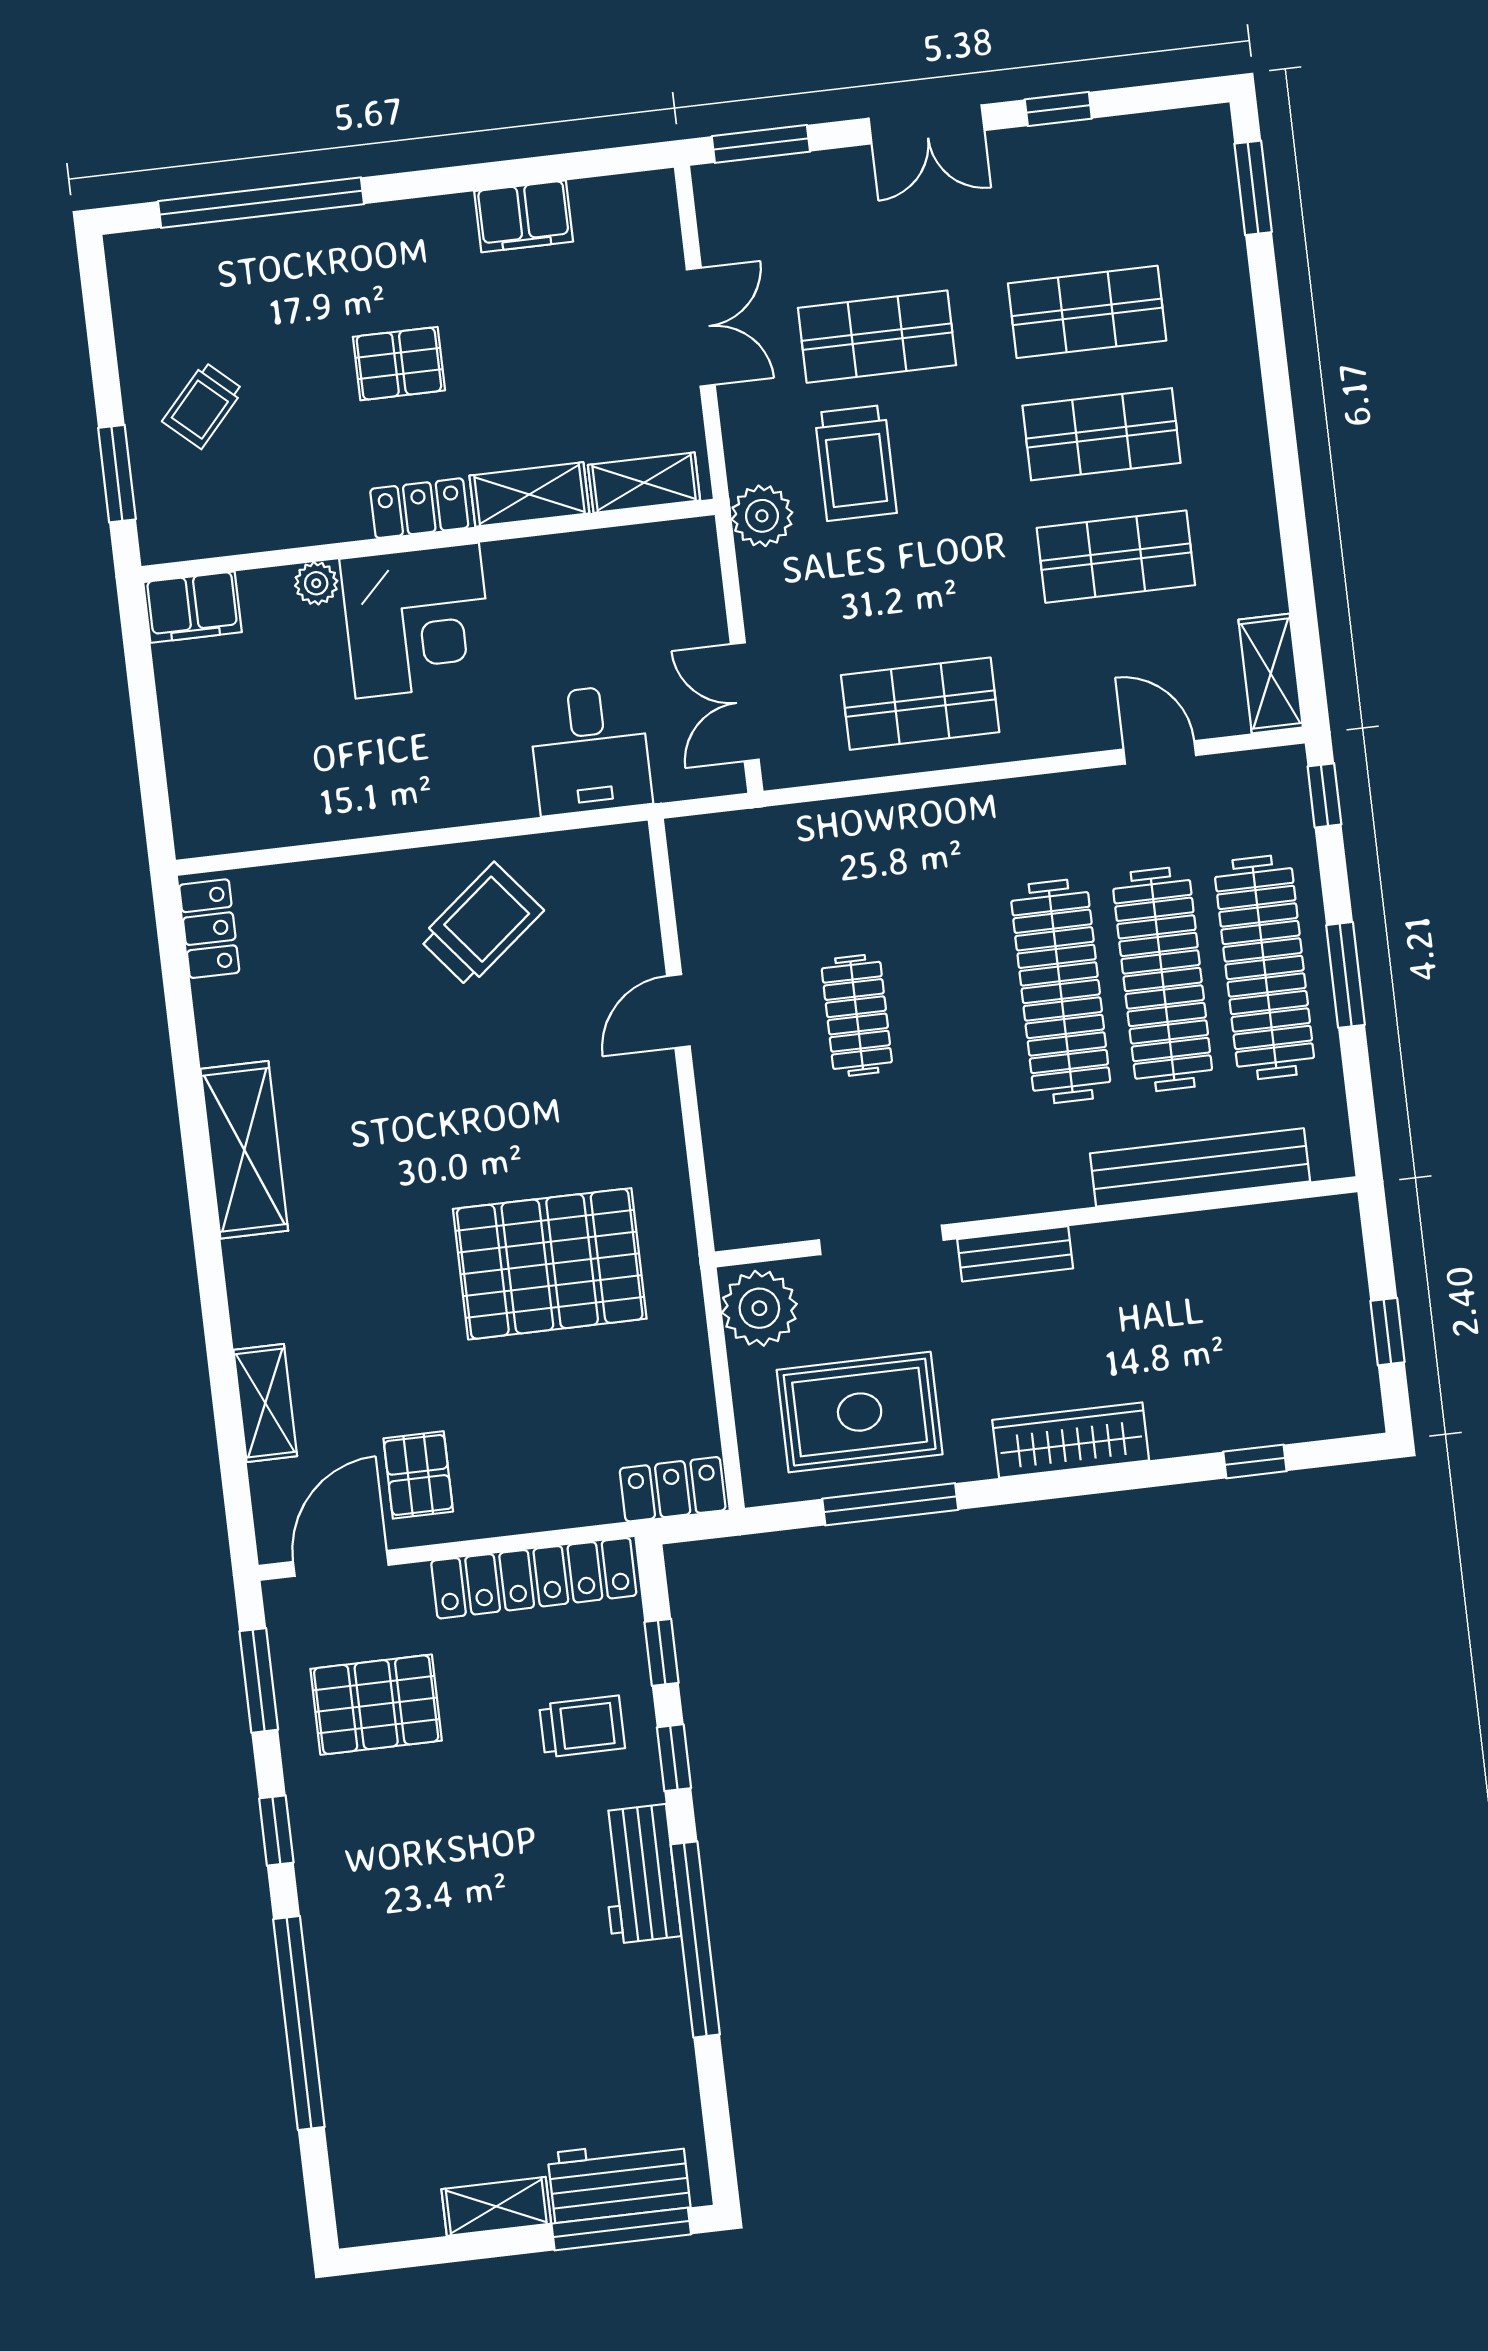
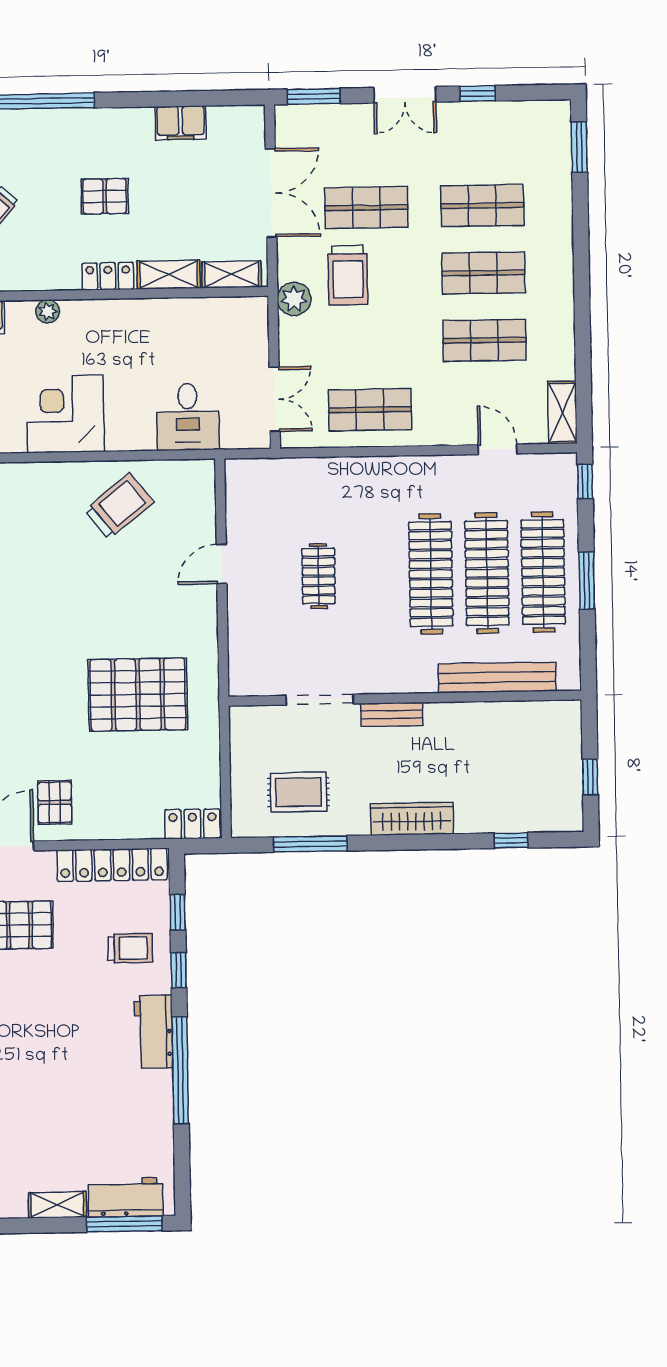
double door: (701, 327) -> (271, 193), width x1.37
corner desk: (417, 621) -> (65, 414), moved, turned 180
double door: (745, 702) -> (275, 399), swing flipped
plant: (759, 1308) -> (250, 730), removed
rug: (860, 1412) -> (298, 792), width x0.73, depth x0.70

